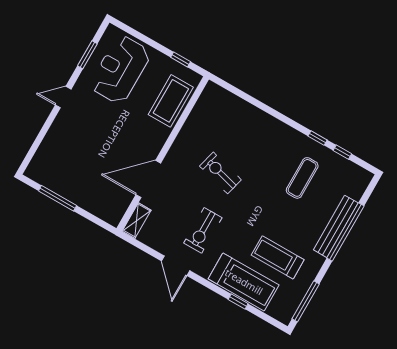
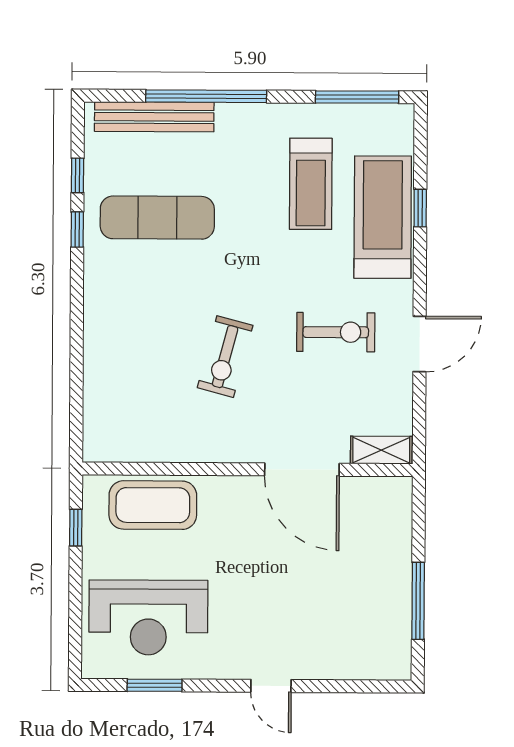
door: (63, 97) -> (271, 686), moved
exercise mat: (302, 178) -> (157, 218), width x1.36, depth x1.45
bench: (336, 226) -> (154, 117), moved

